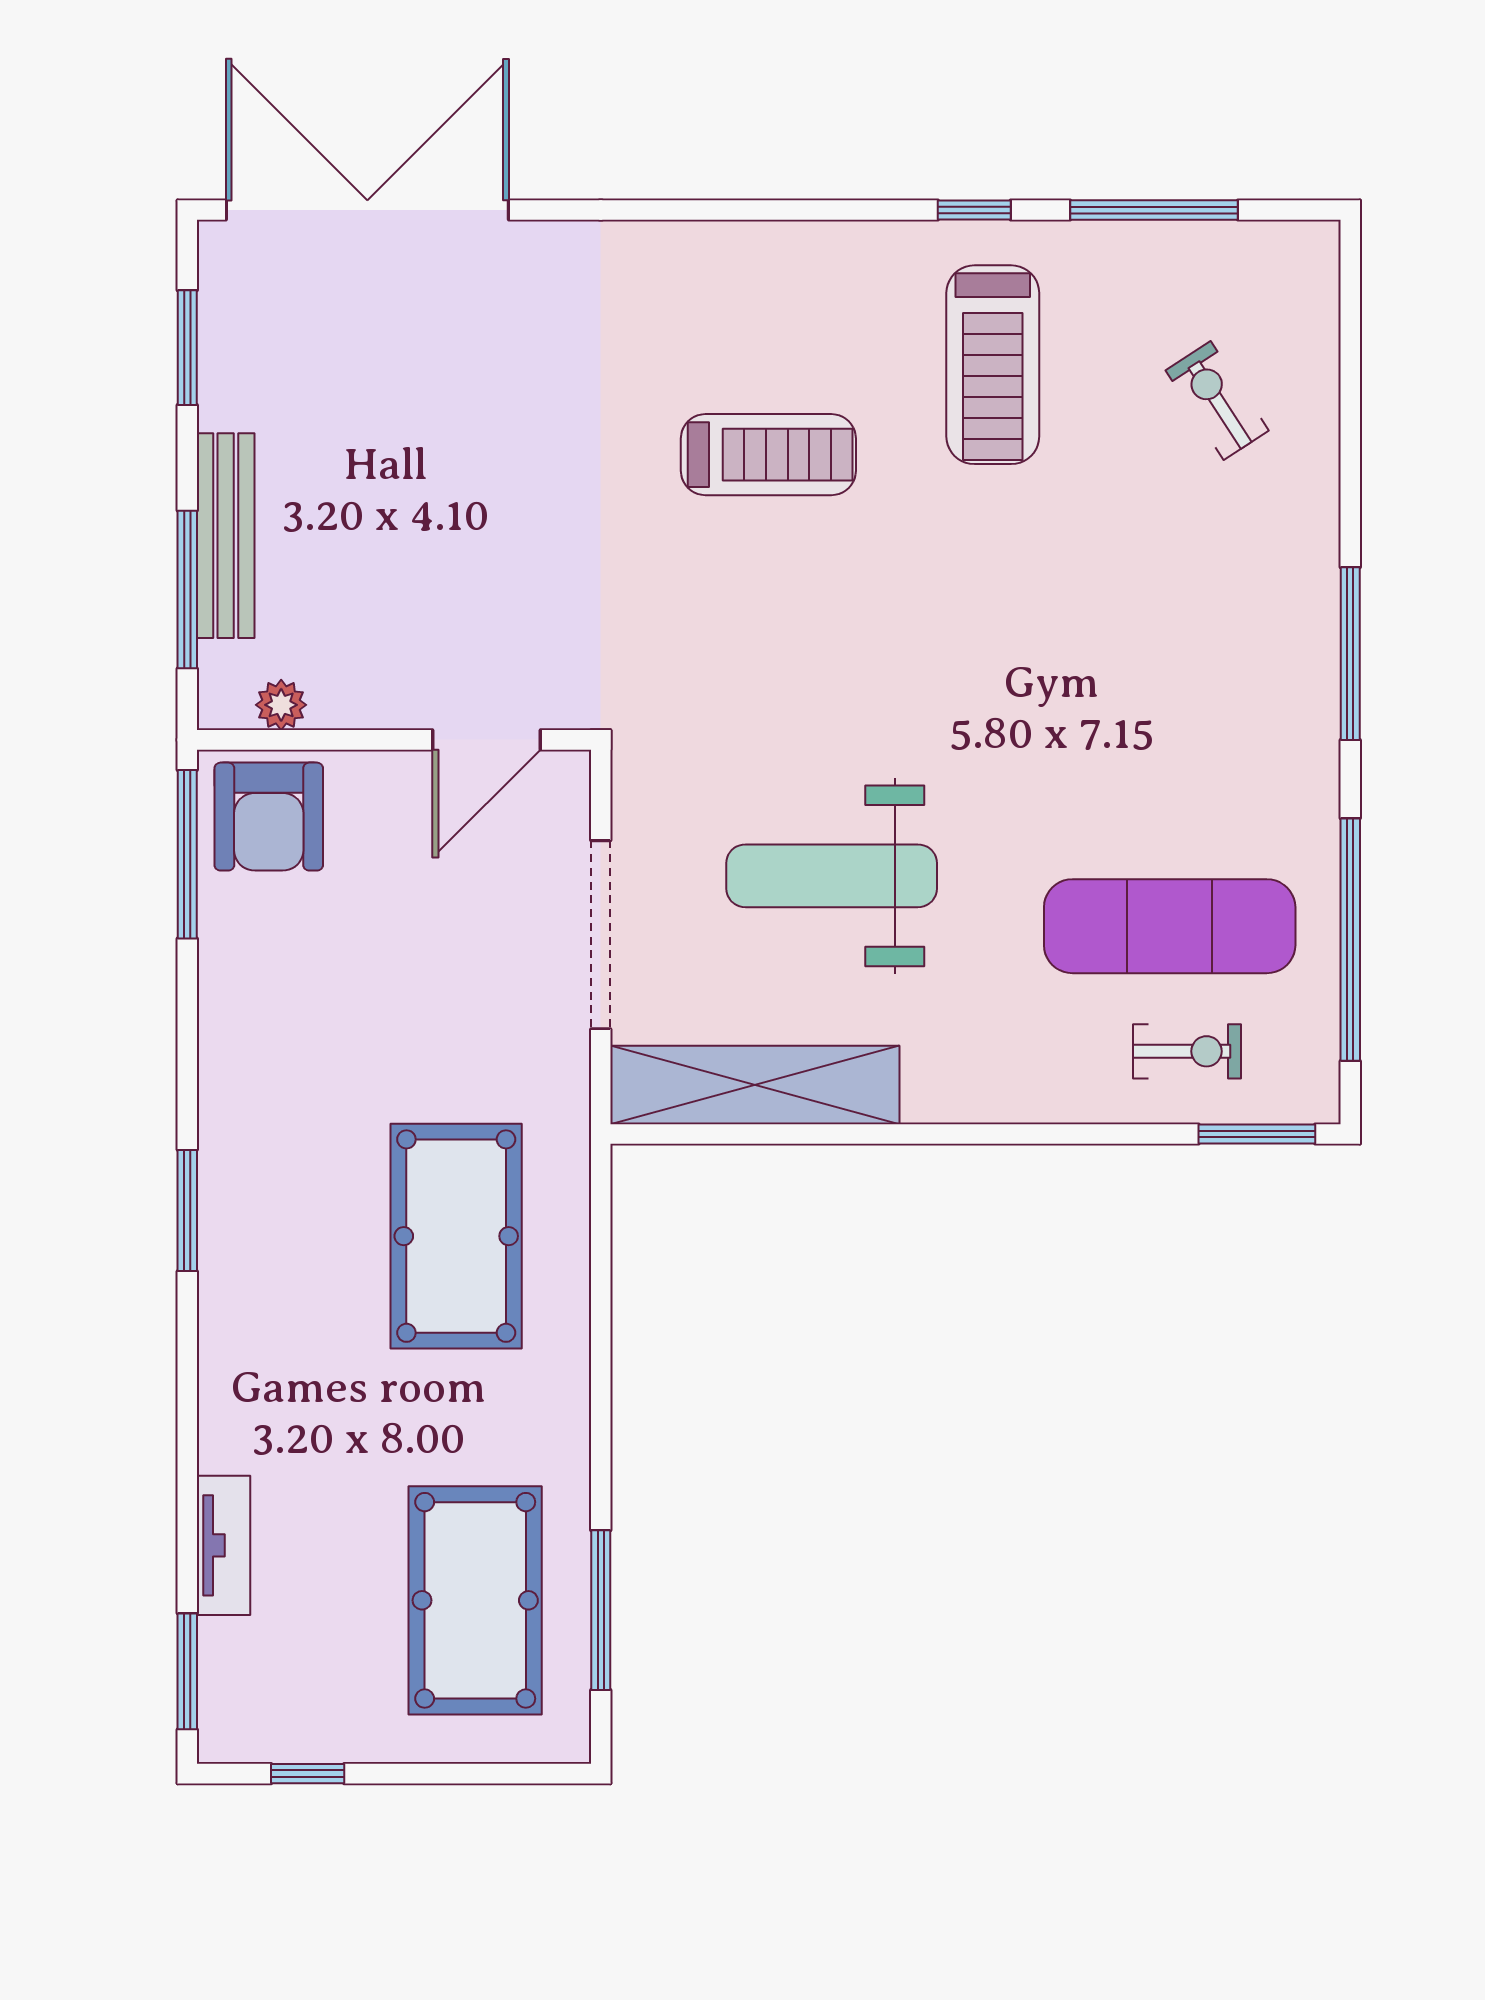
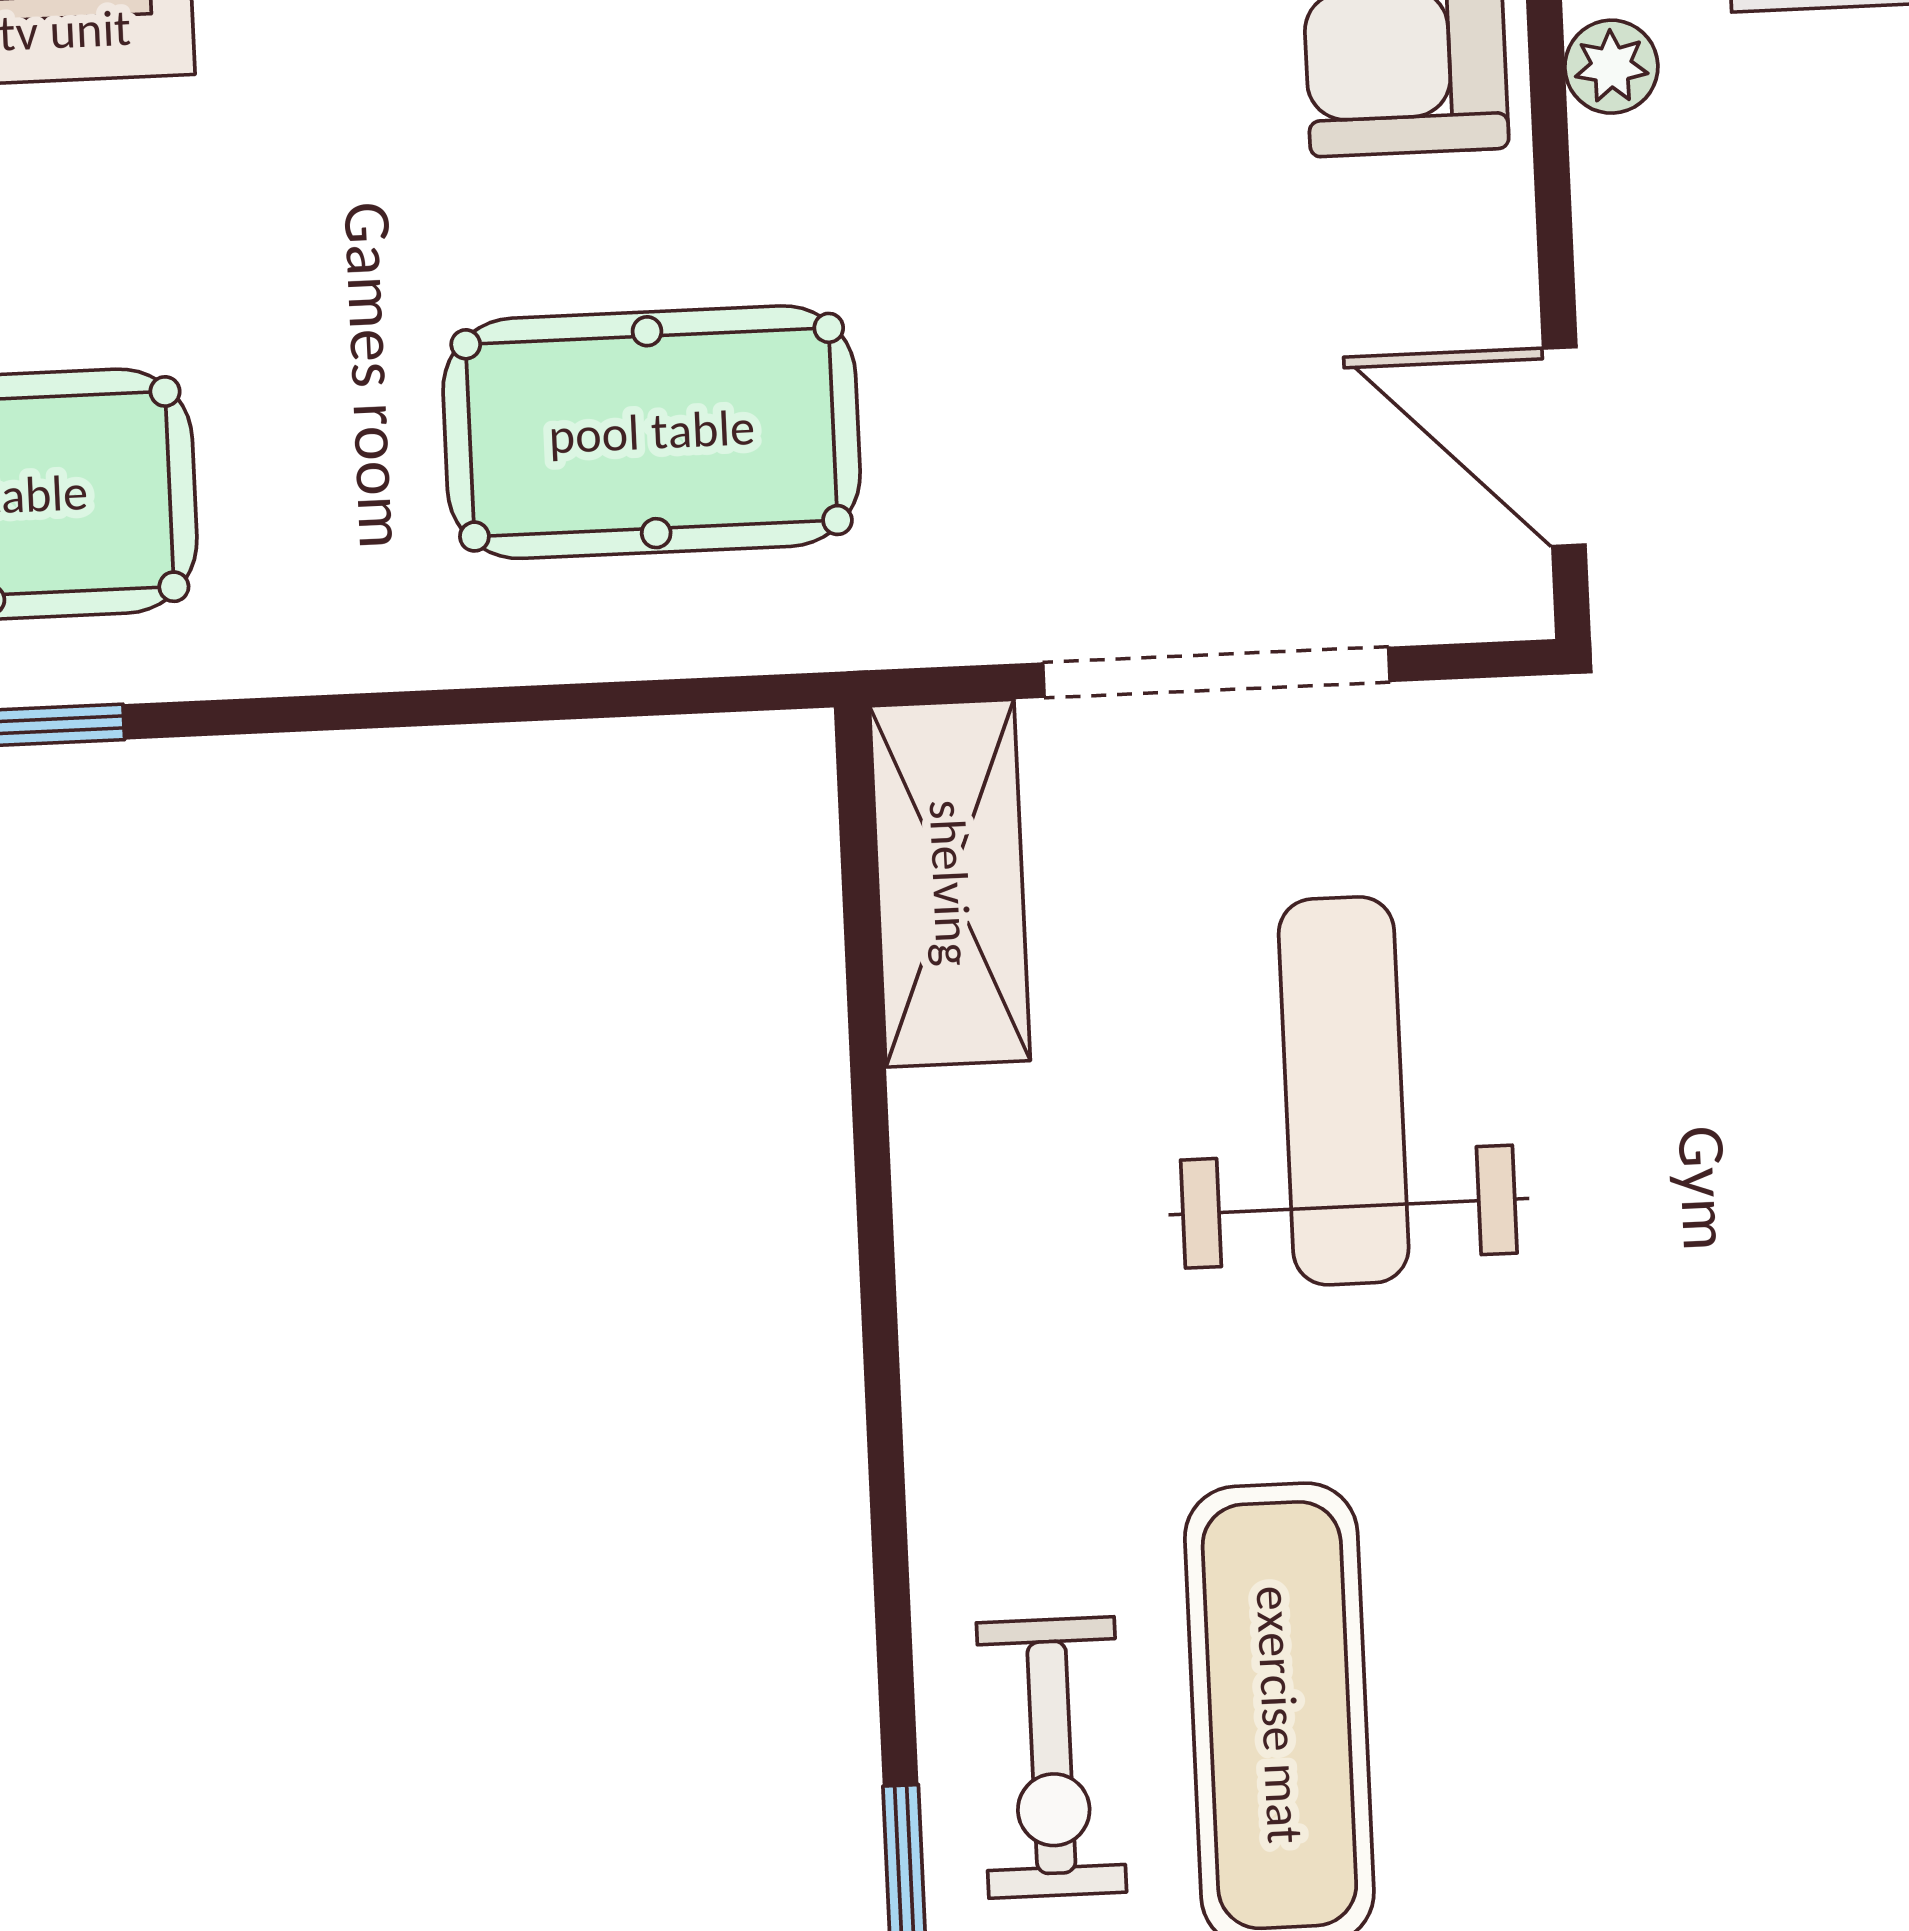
exercise bike: (1187, 1051) -> (1051, 1757), width x1.38, depth x1.39
shelving: (755, 1085) -> (950, 883), width x0.68

